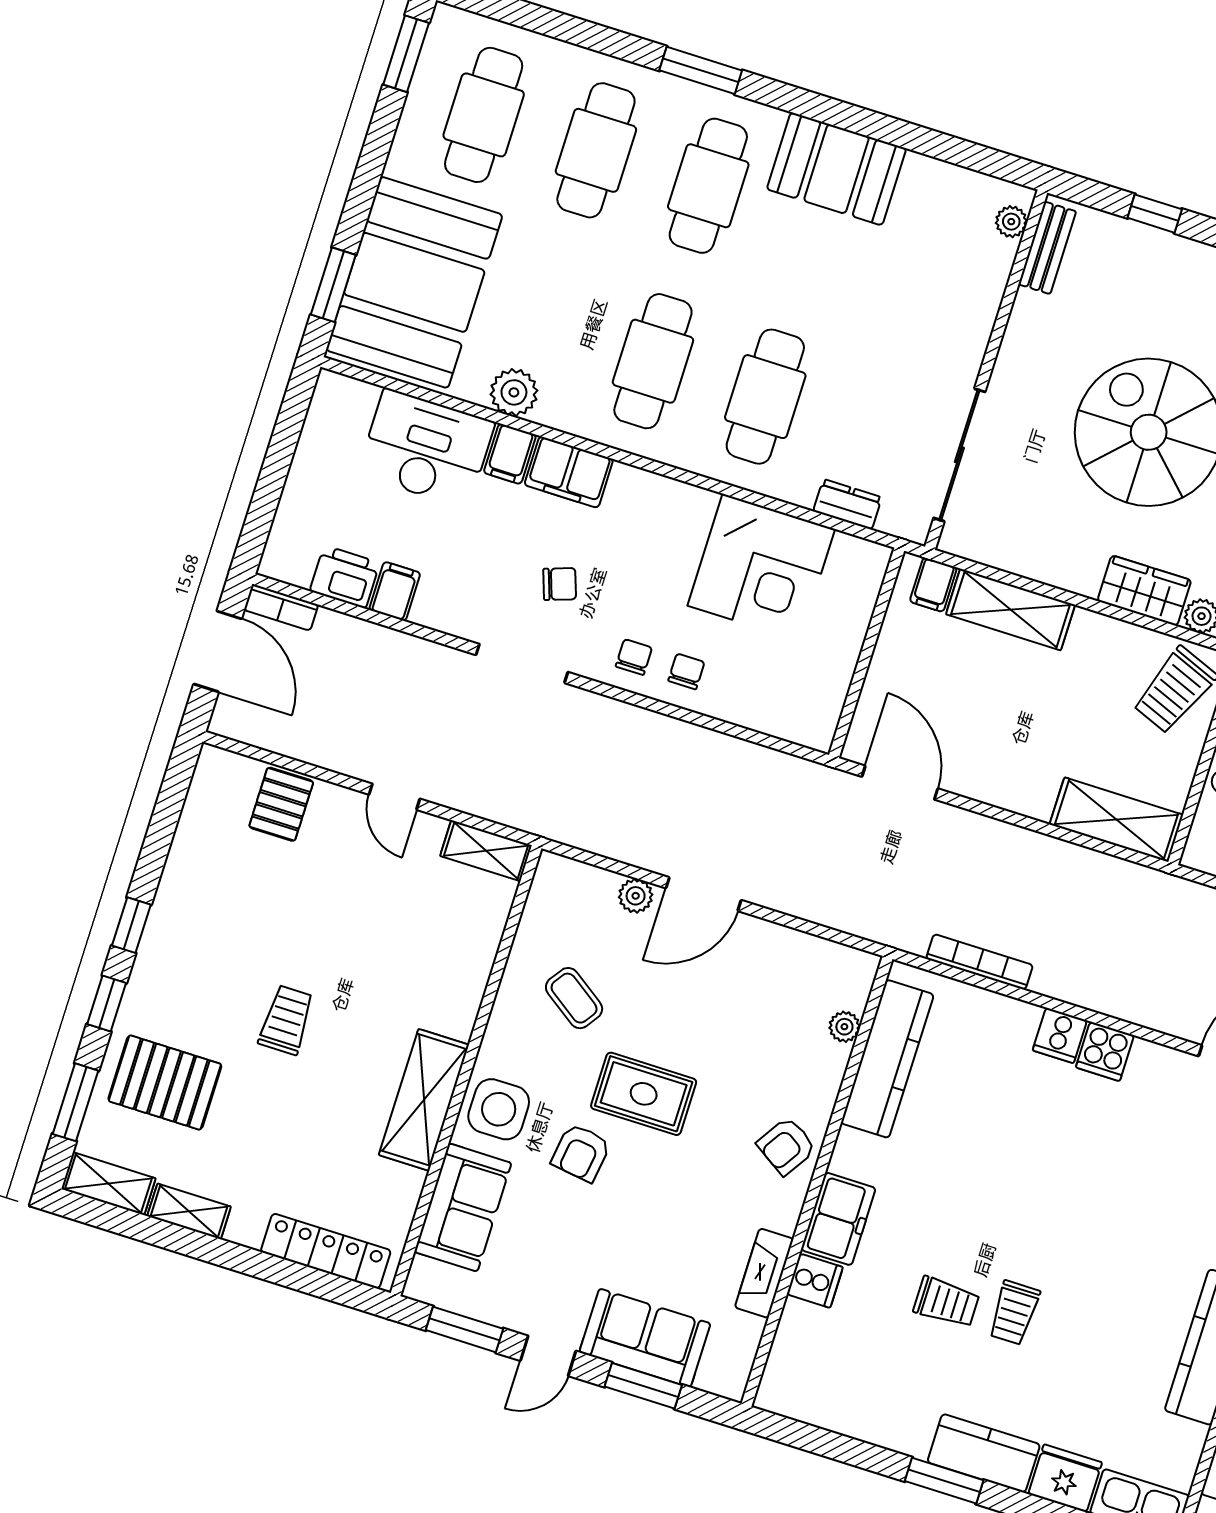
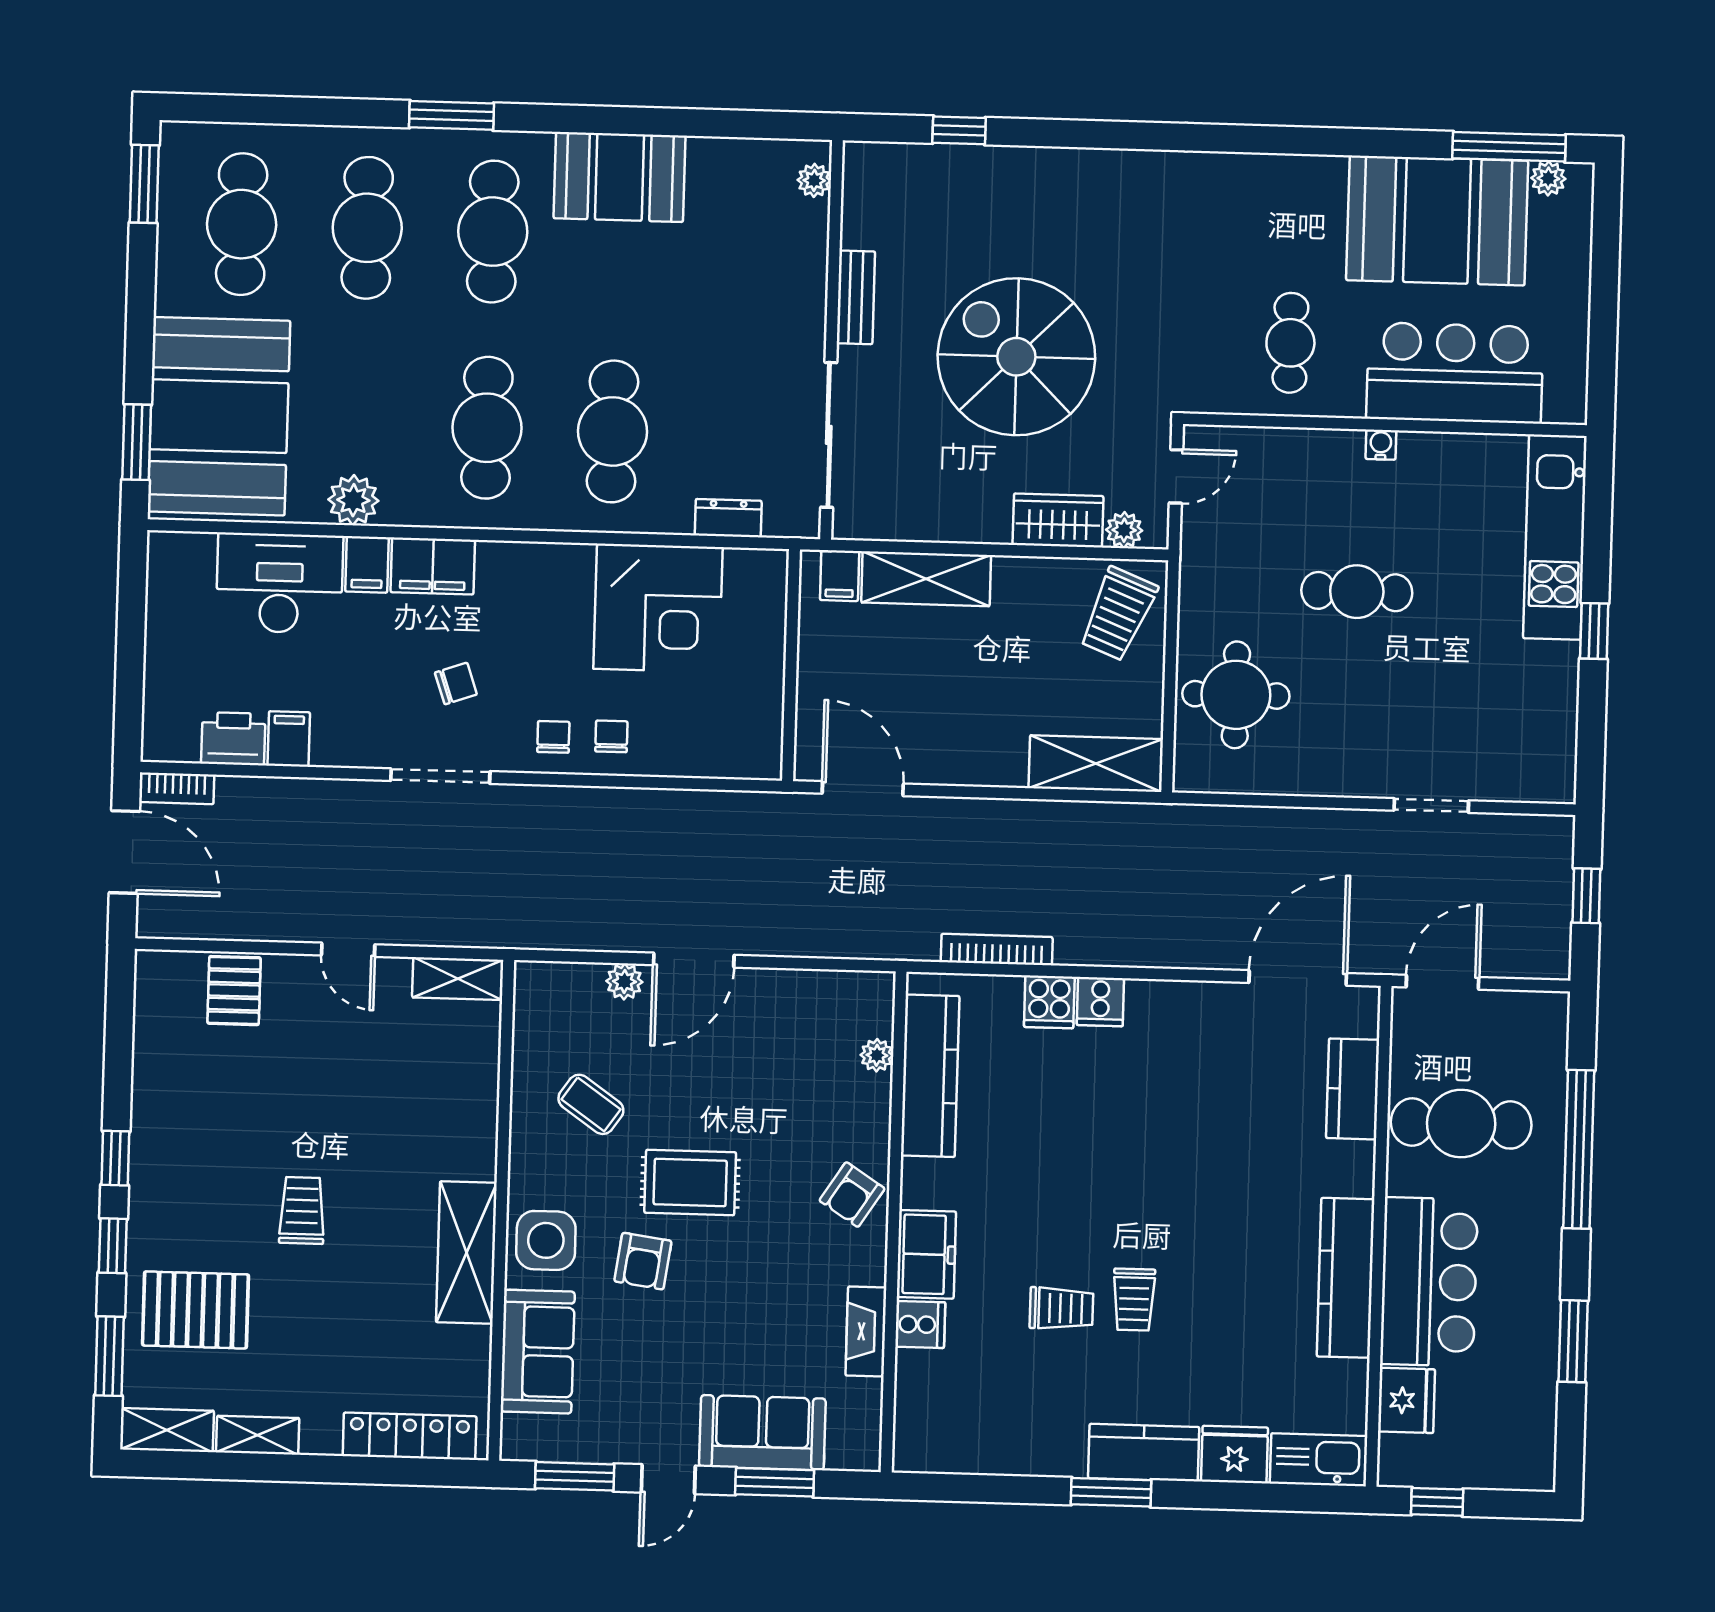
bench: (1047, 248) -> (856, 297), moved
cooker: (1105, 1051) -> (1049, 1002), moved

